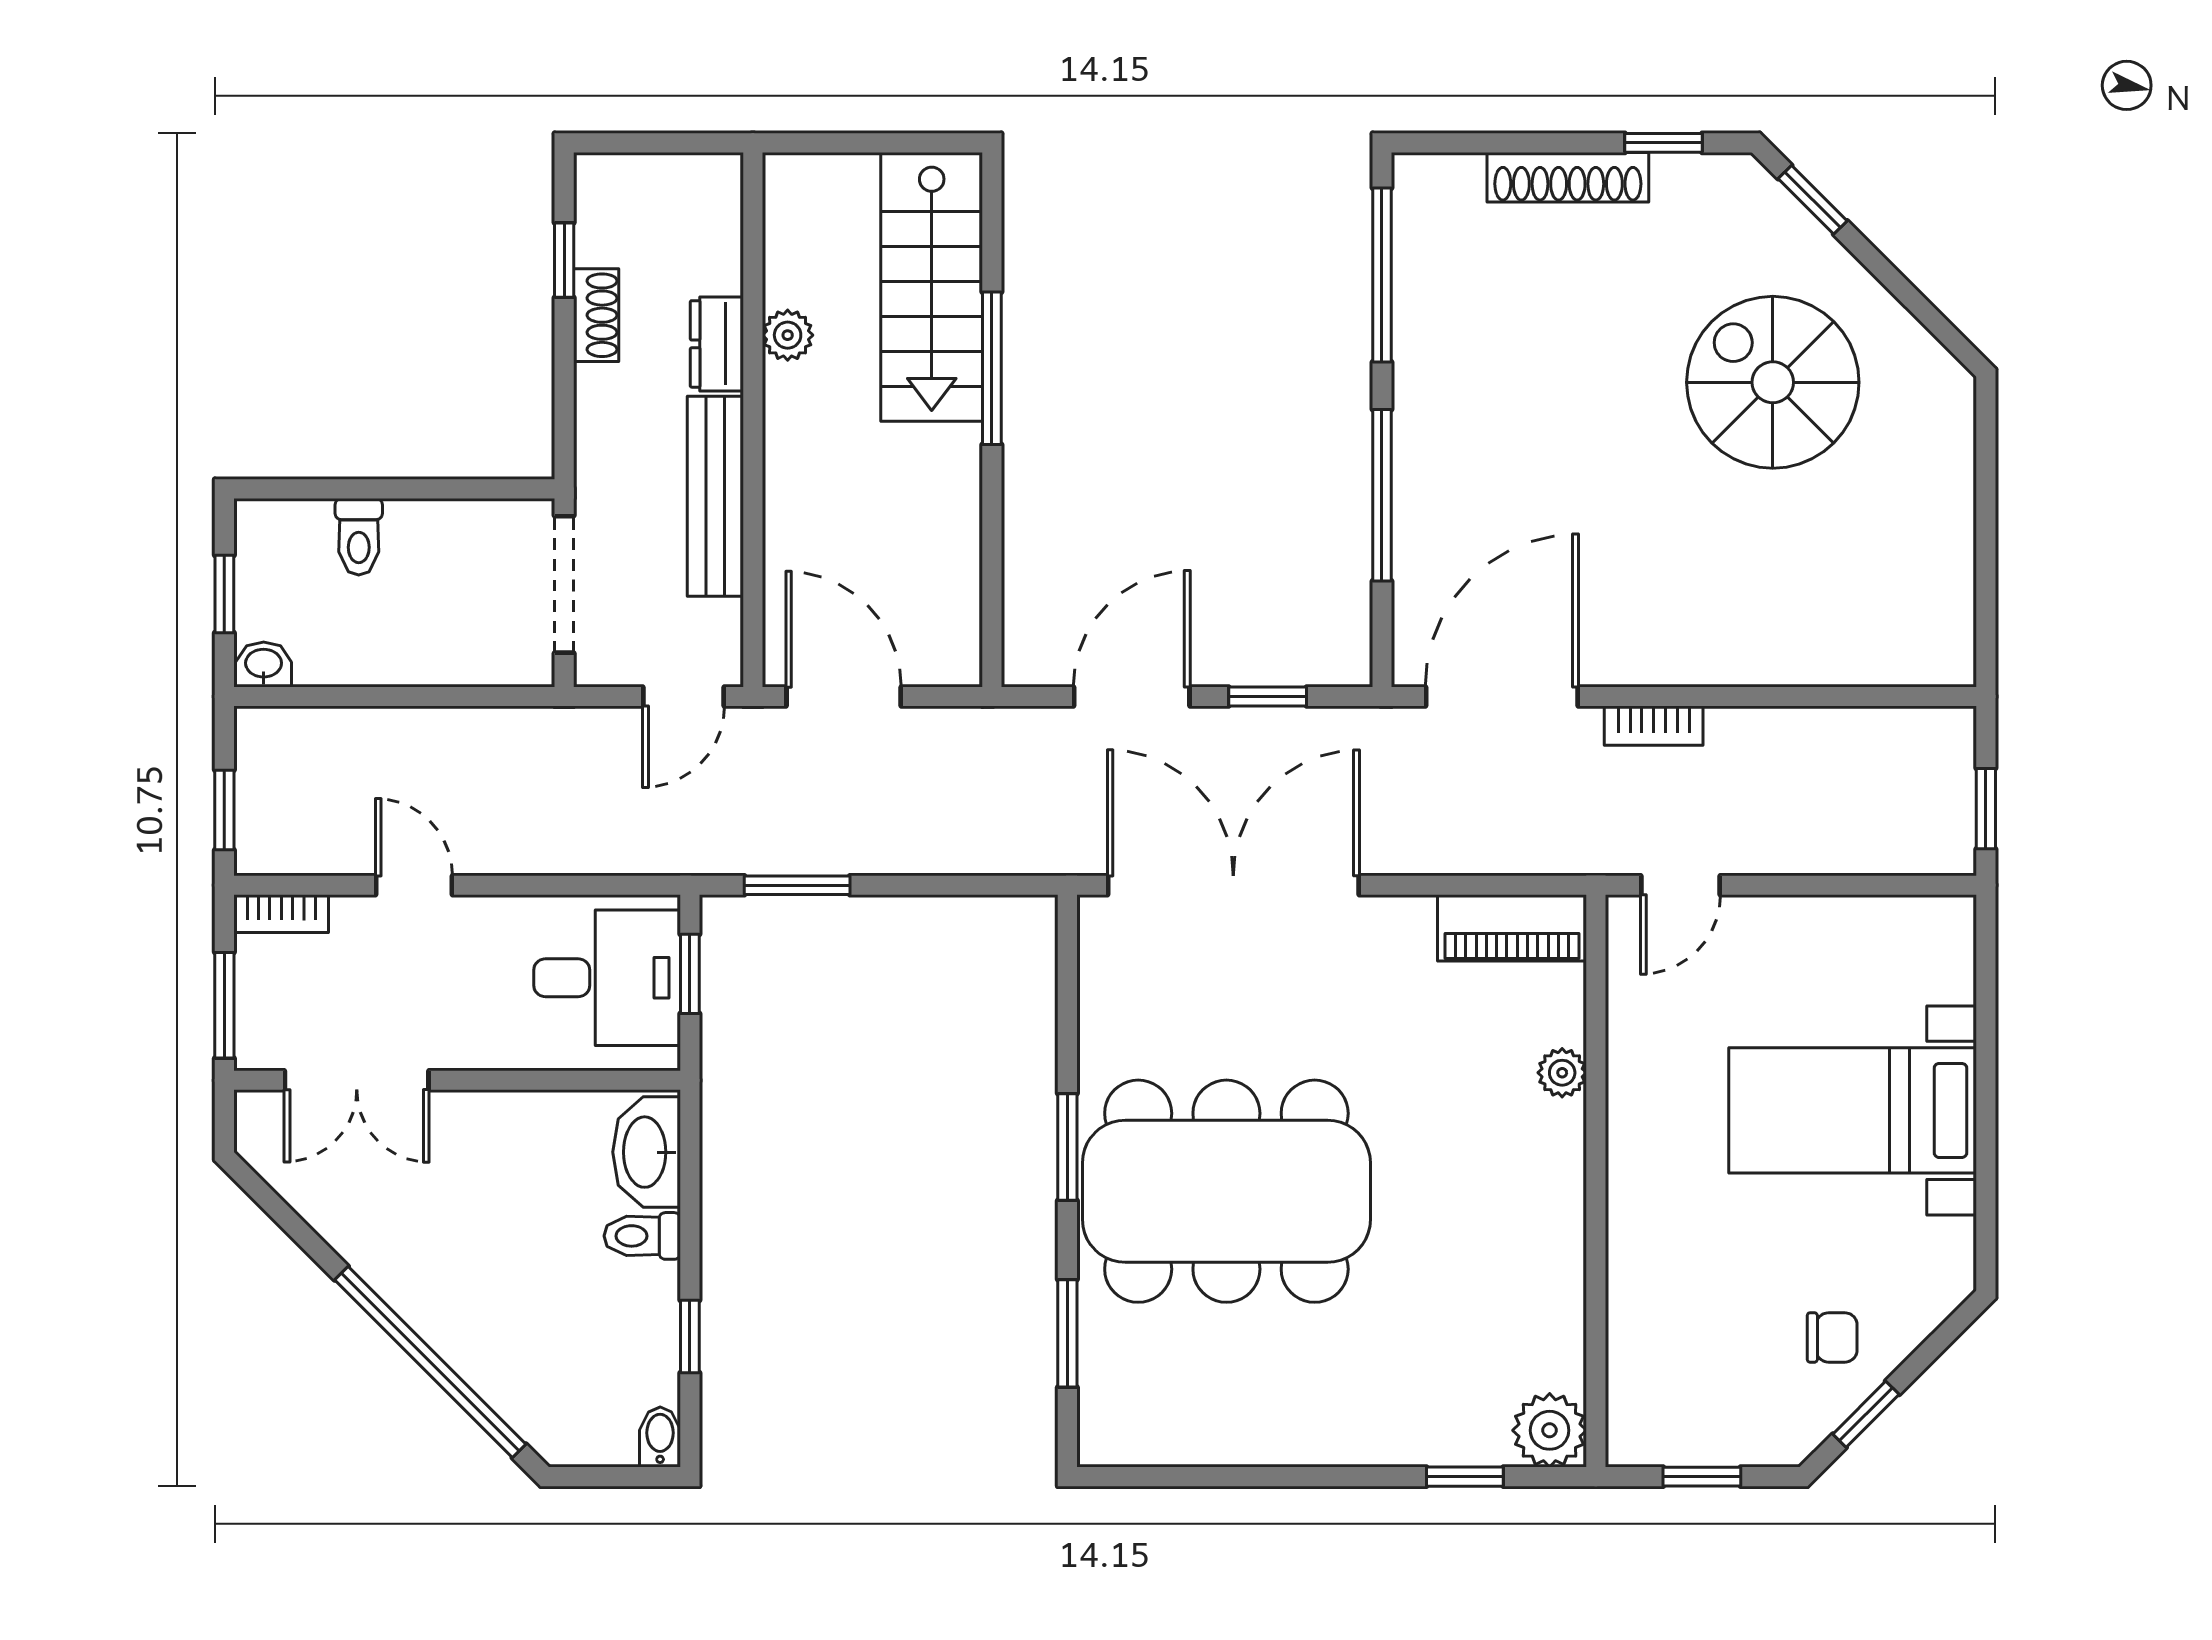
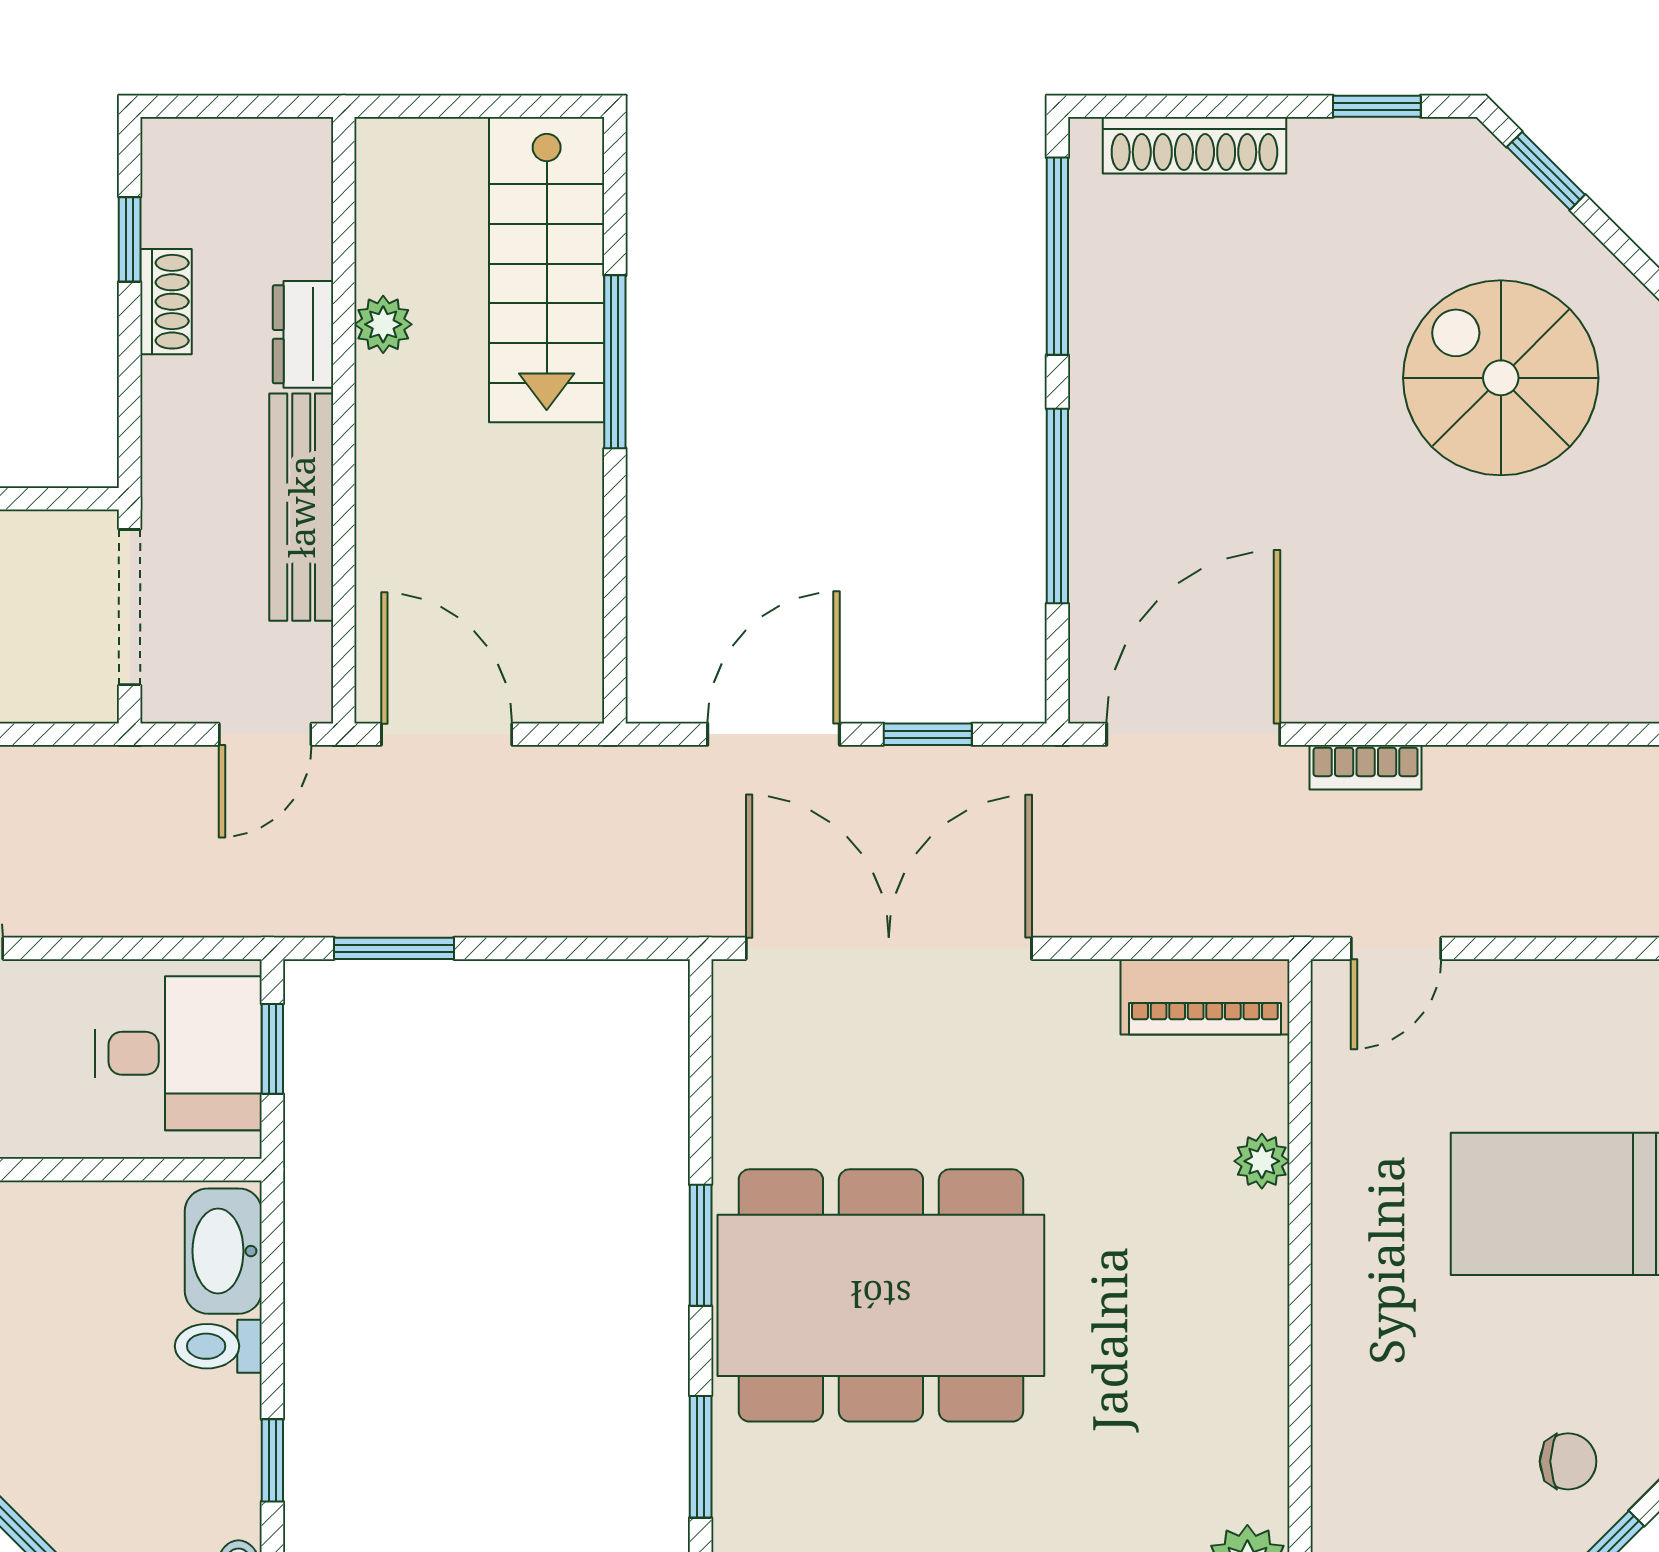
shoe rack: (1568, 177) -> (1194, 145), moved

